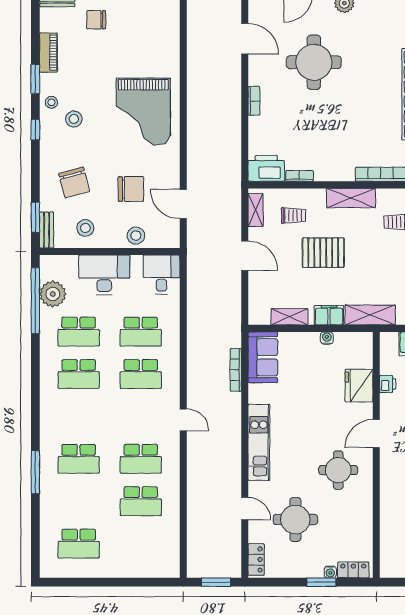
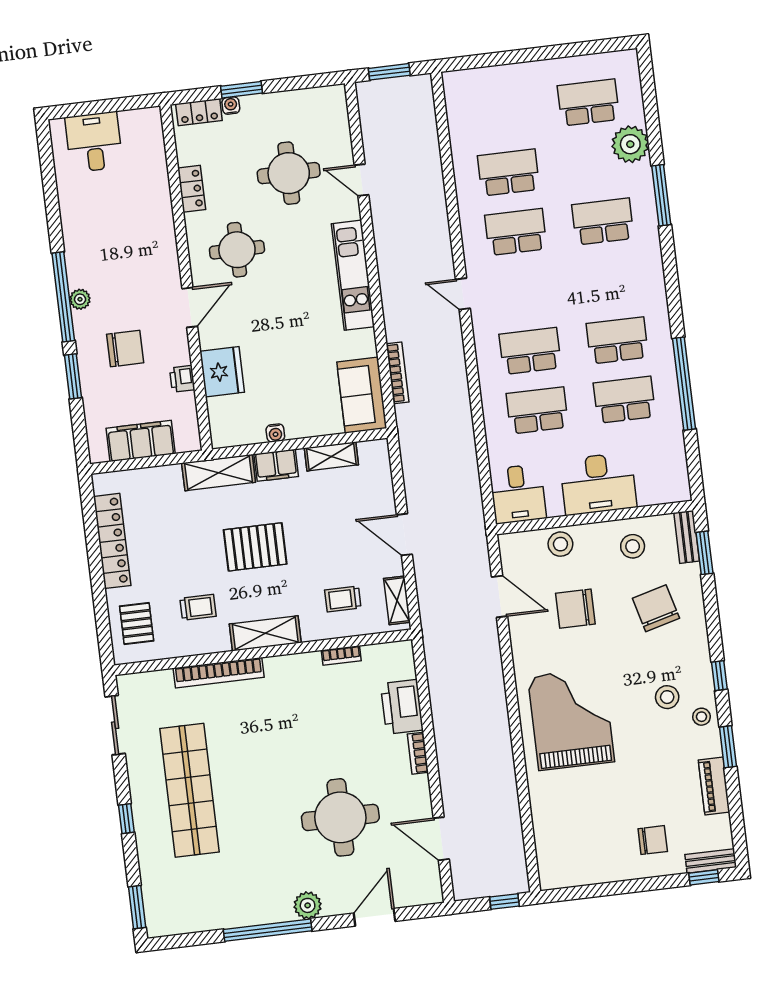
printer: (266, 168) -> (402, 707), moved, turned 90
pallet: (323, 253) -> (255, 547), moved
plant: (53, 294) -> (630, 144), moved
window: (35, 301) -> (684, 384), moved
locker: (256, 560) -> (192, 189), moved, turned 180

